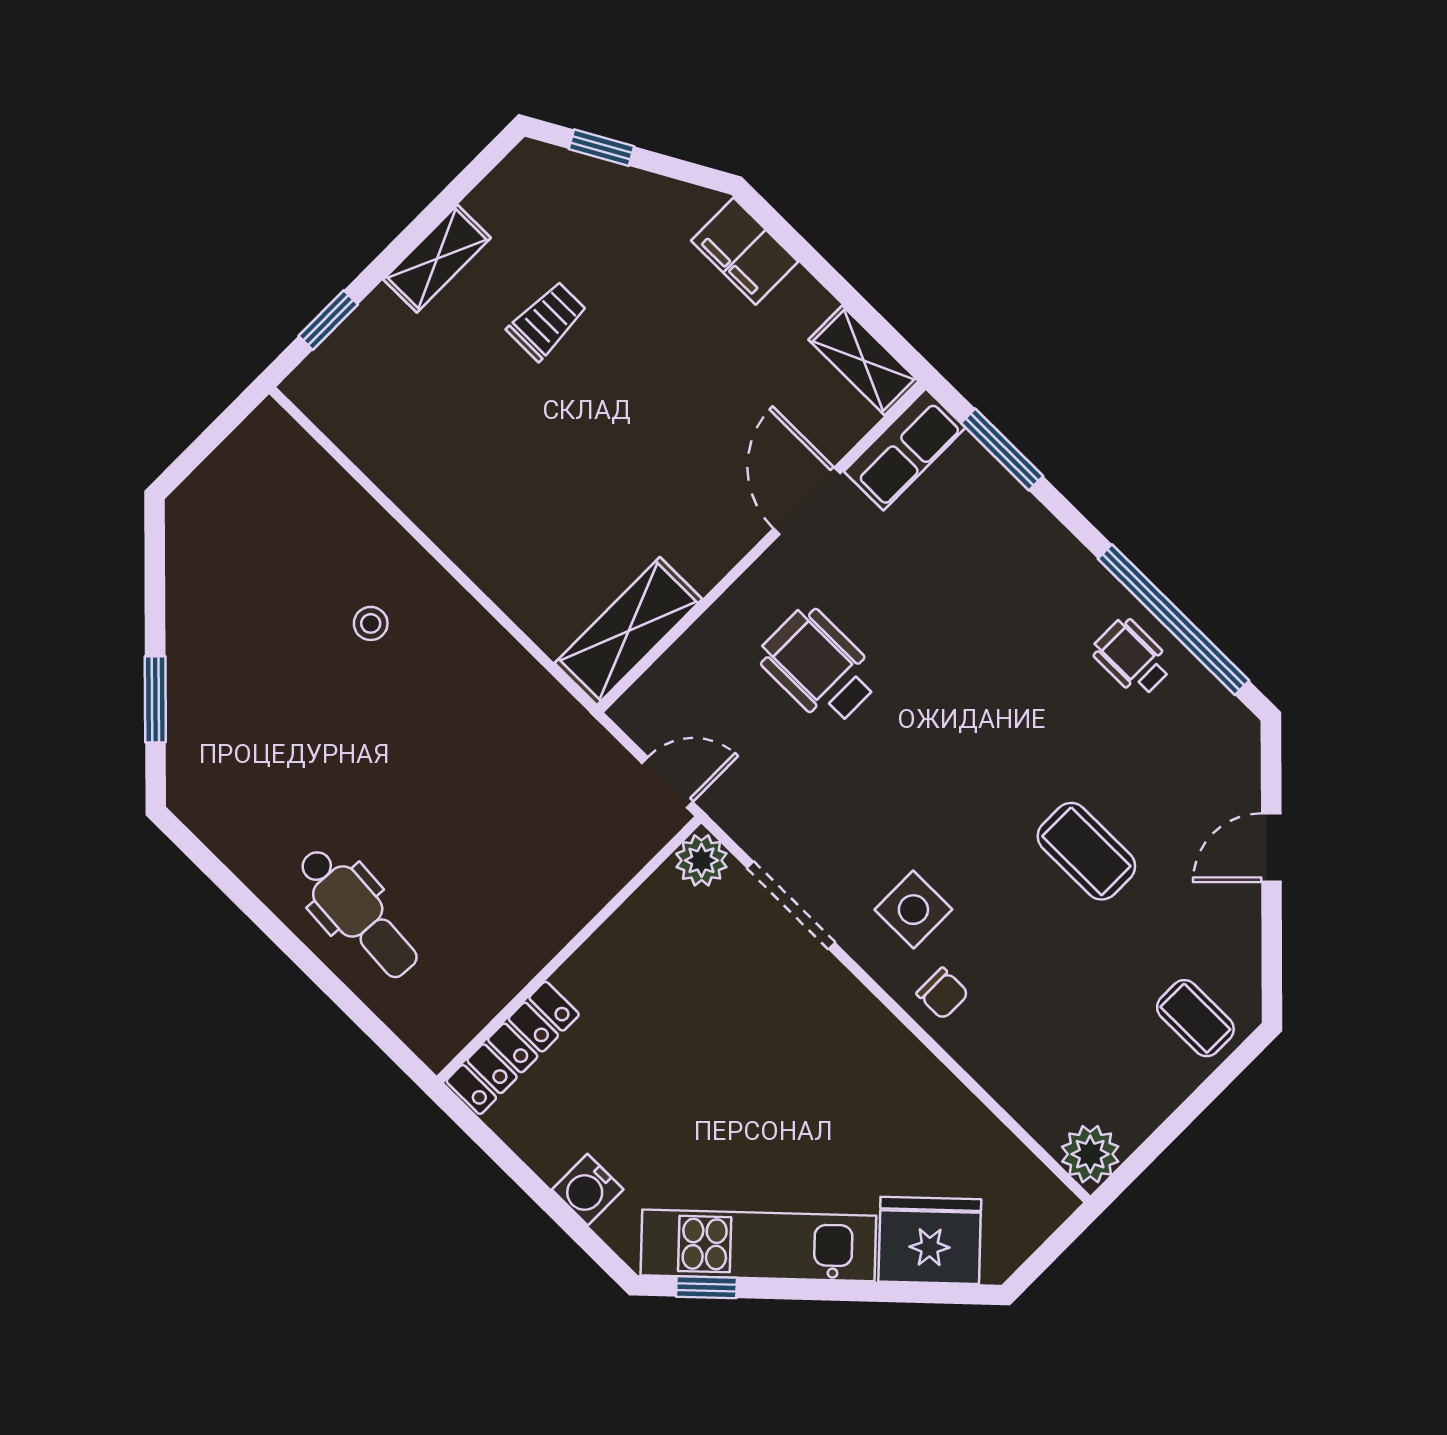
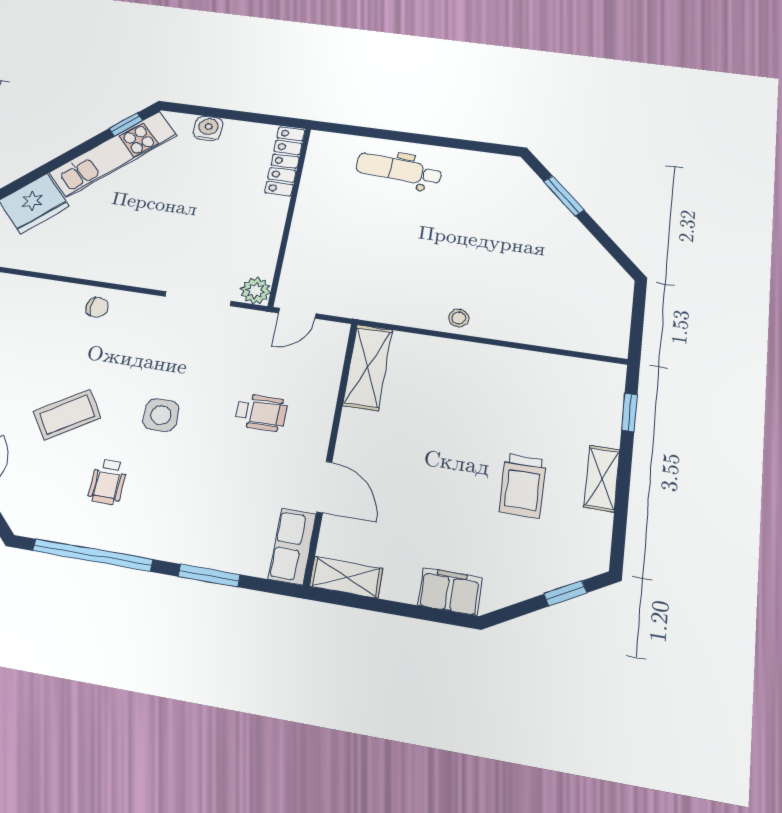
trolley: (547, 321) -> (523, 486), width x1.36, depth x1.39
window: (1002, 449) -> (209, 575), moved
stool: (371, 623) -> (459, 318), moved
wheelchair: (1132, 657) -> (108, 482), moved, turned 90
wheelchair: (819, 667) -> (261, 413), width x0.73, depth x0.73
coffee table: (1086, 851) -> (67, 415), turned -33
side table: (913, 910) -> (161, 415), moved
chair: (943, 994) -> (97, 307), turned 180

